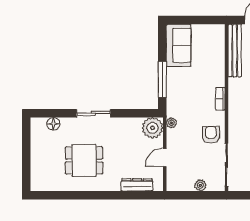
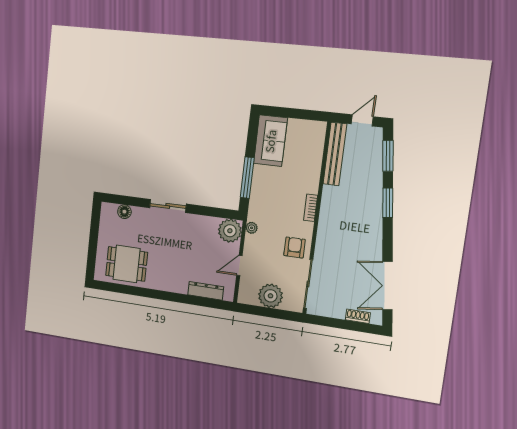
dining table: (84, 160) -> (127, 264), moved
plant: (200, 185) -> (270, 296), width x1.87, depth x1.87

